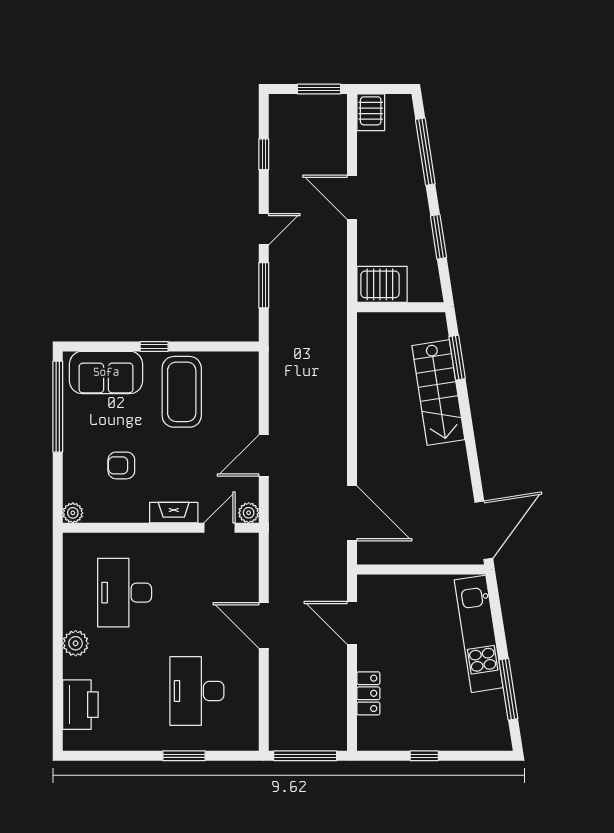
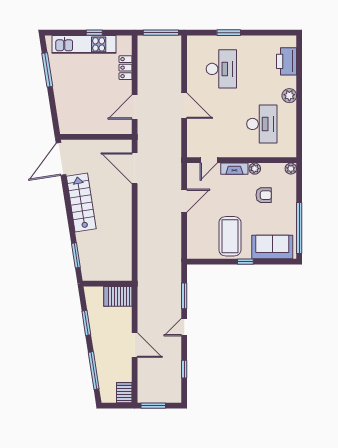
stairs: (438, 393) -> (81, 202), moved
plant: (249, 513) -> (255, 169), moved
door: (352, 623) -> (135, 107), swing flipped
kitchen unit: (479, 634) -> (84, 44), moved, turned 99

